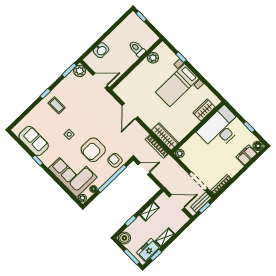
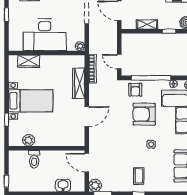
desk: (220, 129) -> (45, 35), moved
wardrobe: (165, 136) -> (79, 83), moved
armchair: (93, 150) -> (144, 114), turned 180

